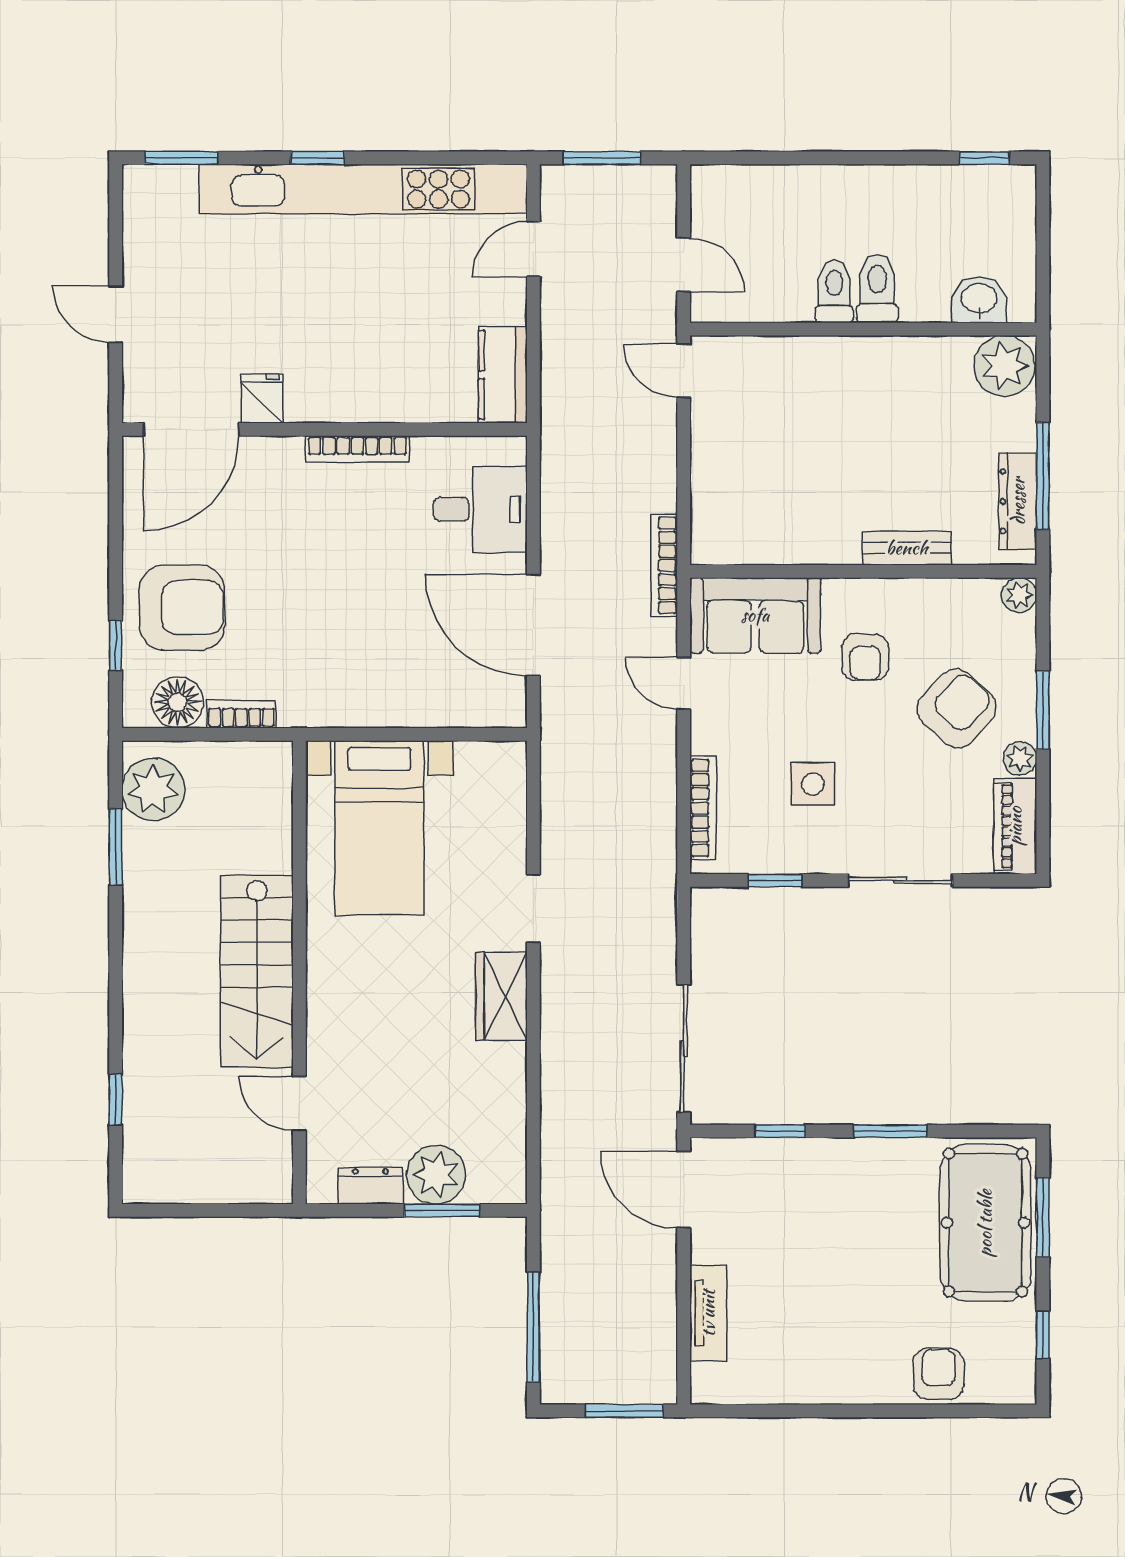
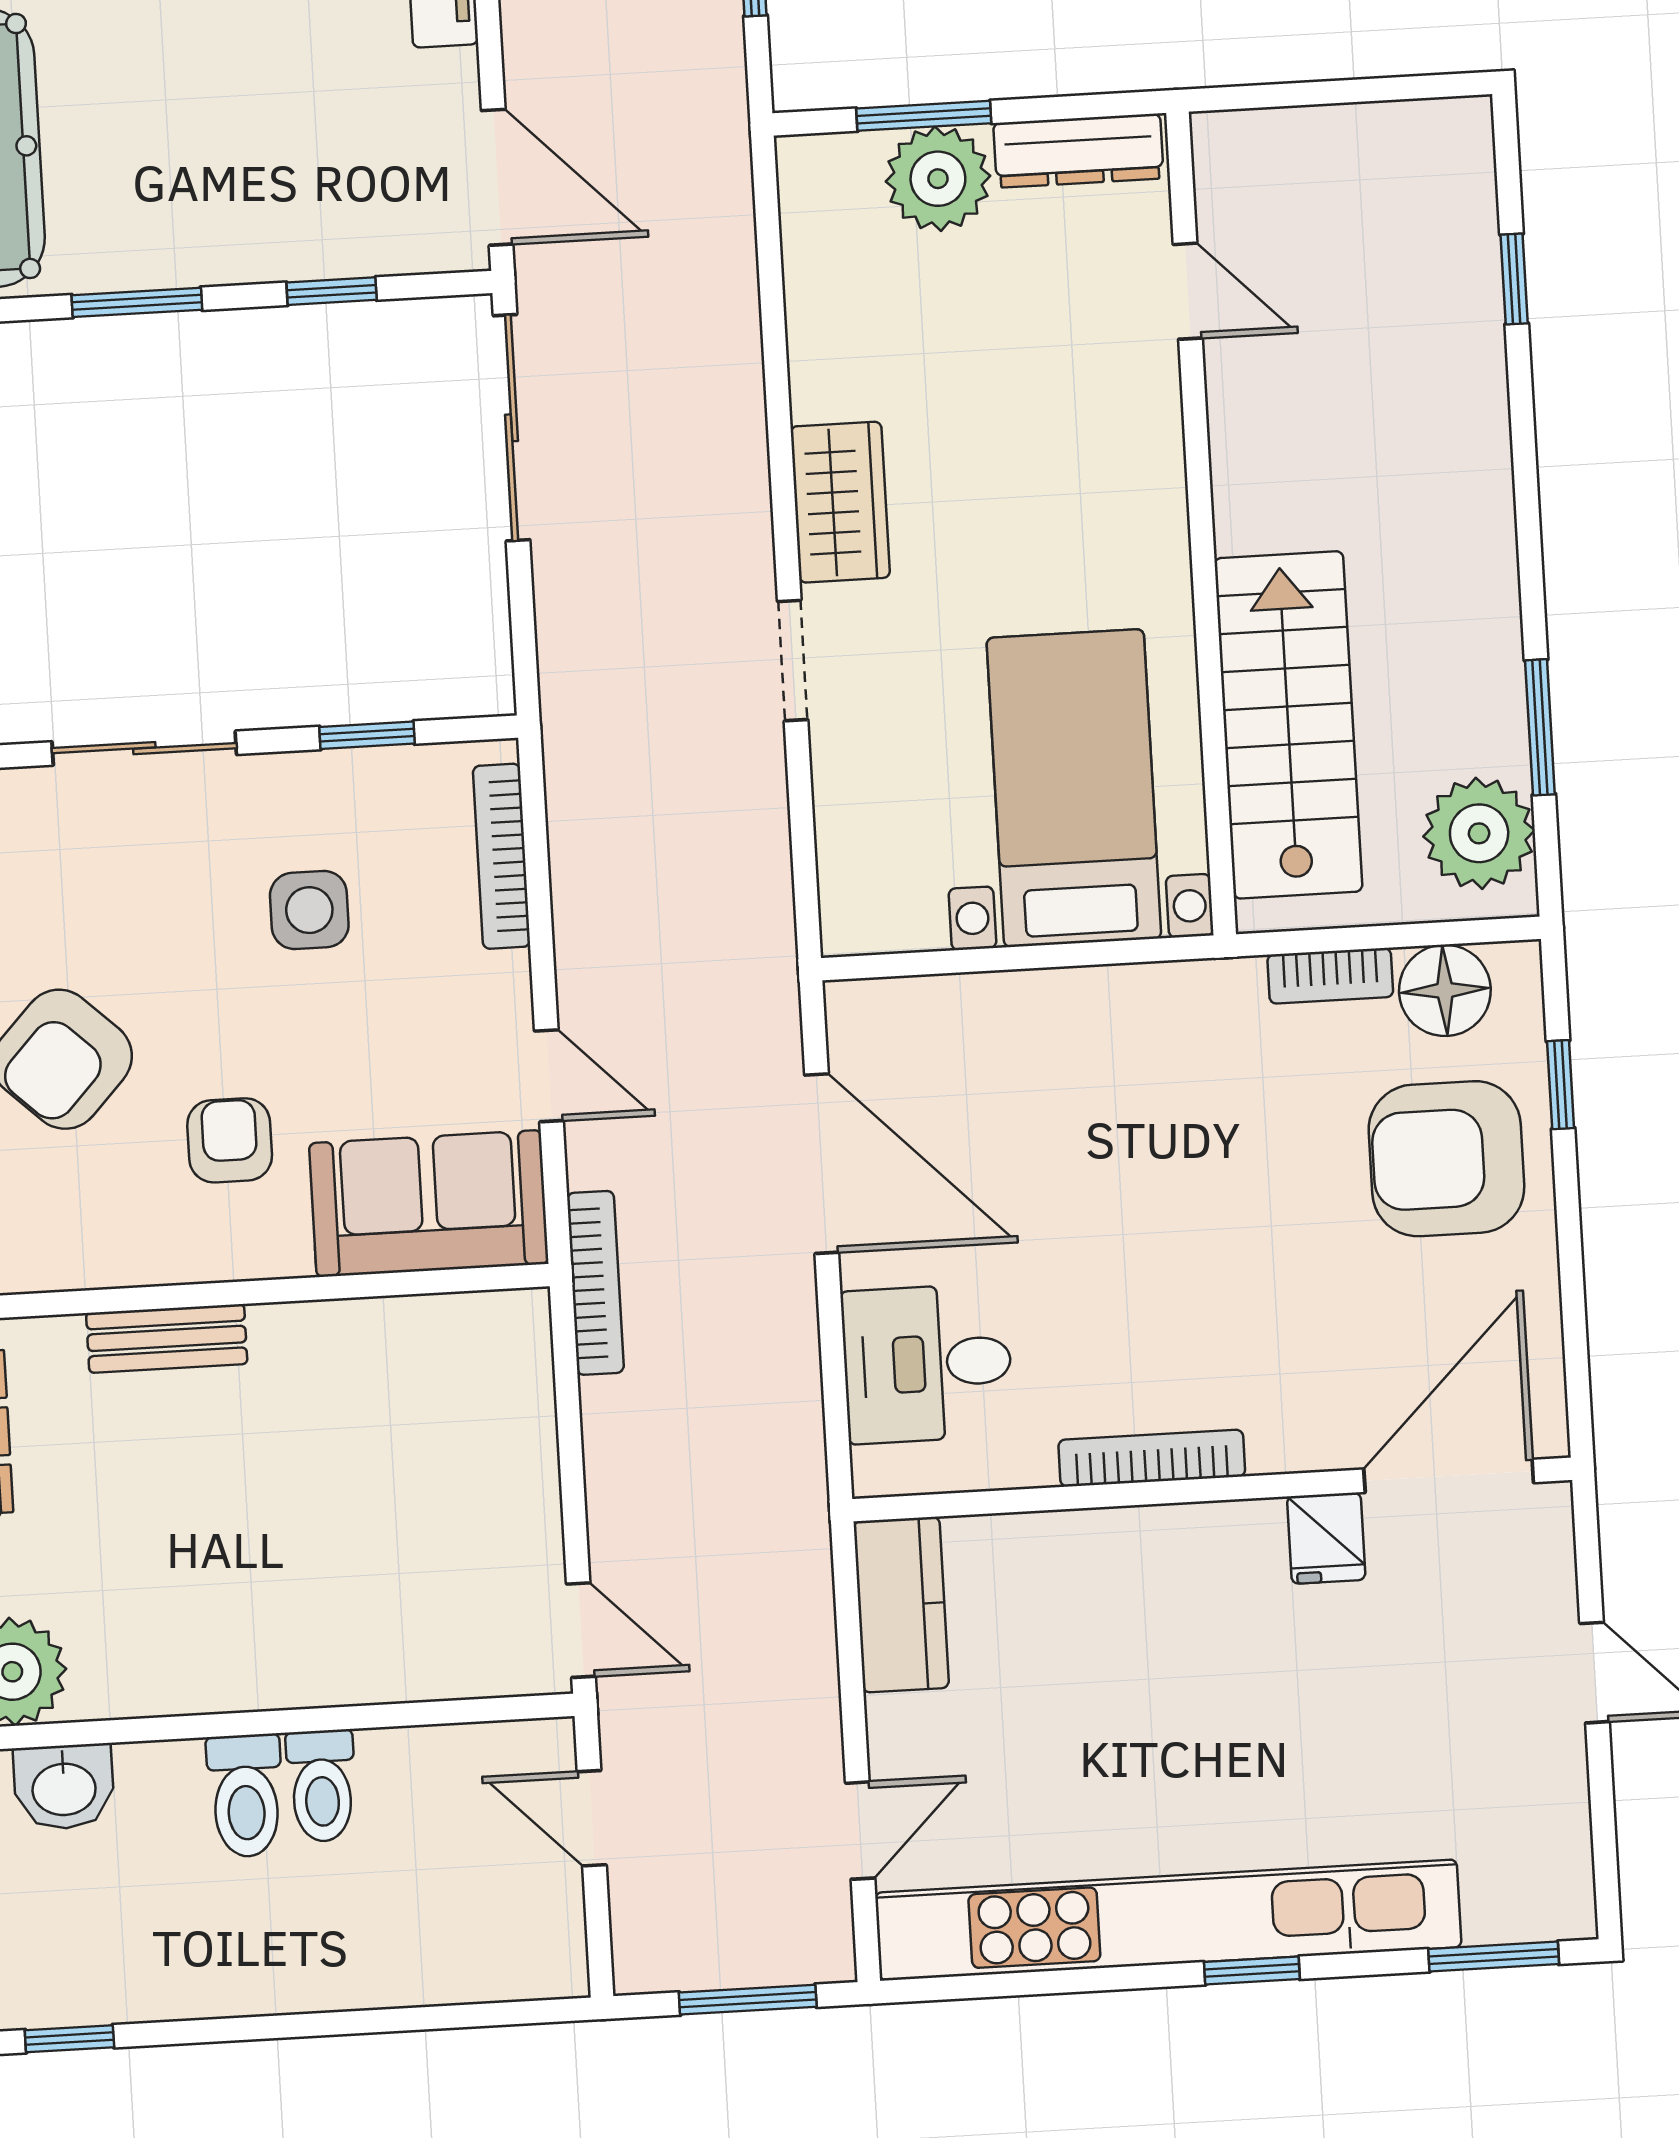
stairs: (257, 971) -> (1288, 725), moved
dresser: (370, 1186) -> (1078, 151), width x1.44

